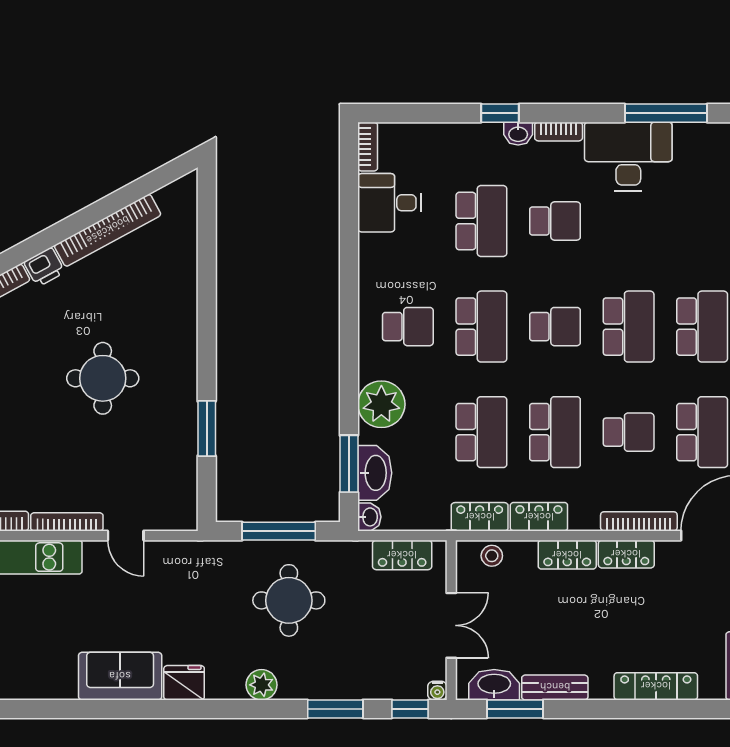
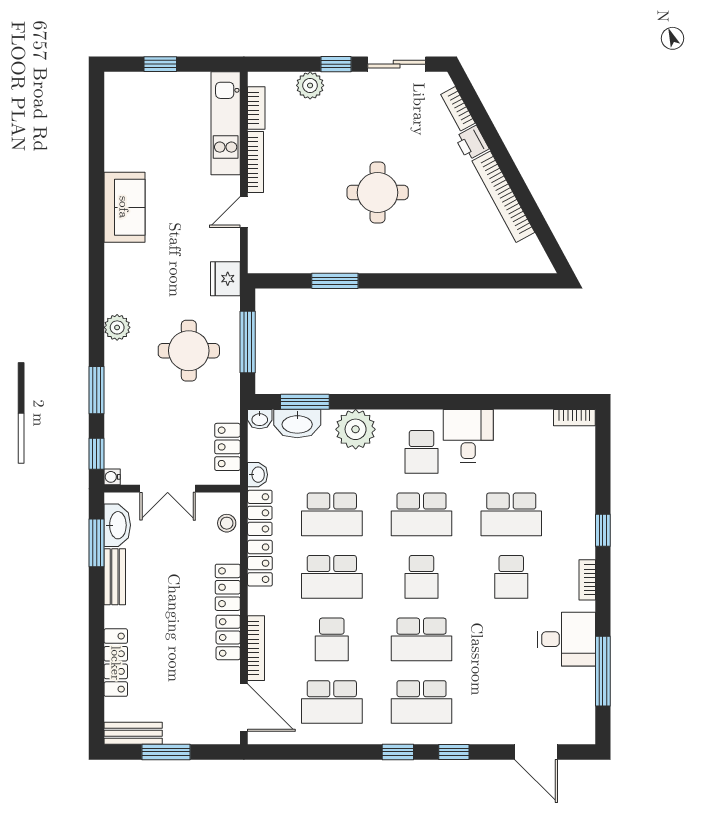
washbasin: (518, 134) -> (258, 475), moved, turned 180
desk: (628, 156) -> (566, 639), width x0.73
desk: (389, 203) -> (468, 436), moved
fridge: (184, 683) -> (225, 279), moved, turned 180

